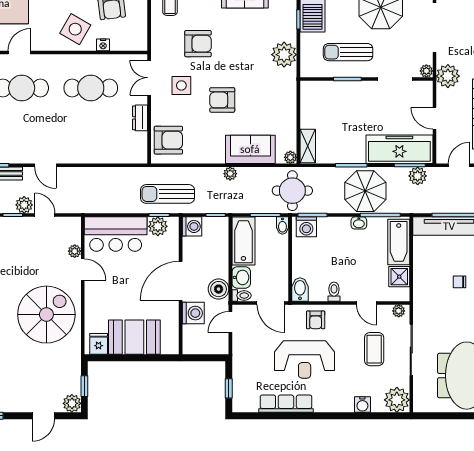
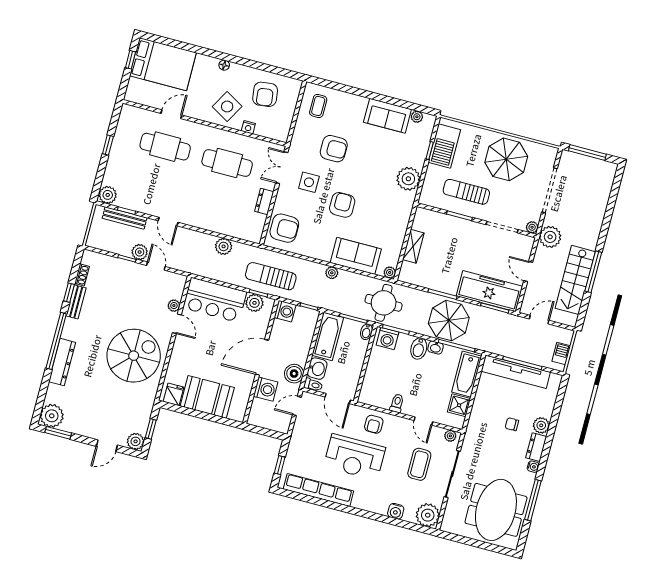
armchair: (222, 100) -> (342, 205), turned 90
shelving: (308, 146) -> (413, 246), moved
plant: (418, 176) -> (224, 246), moved
bidet: (300, 289) -> (419, 349), moved, turned 180
row of seats: (286, 404) -> (318, 490), width x1.36

